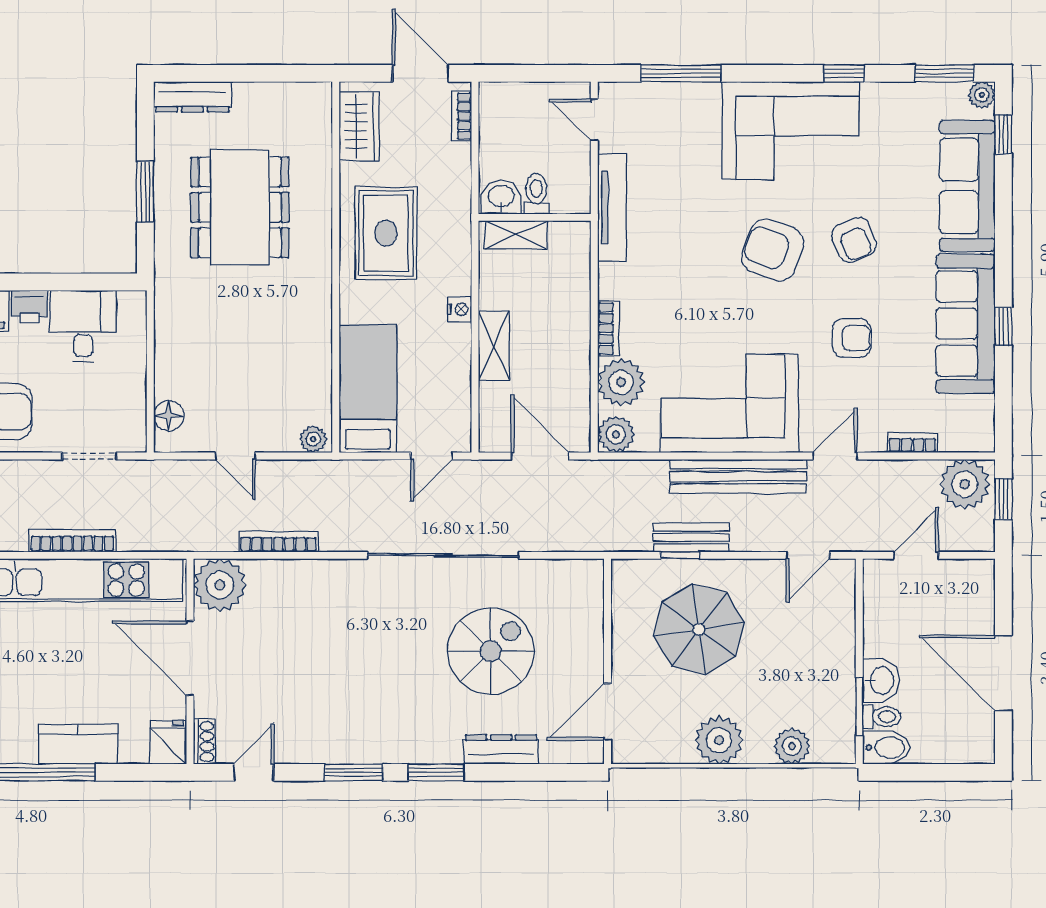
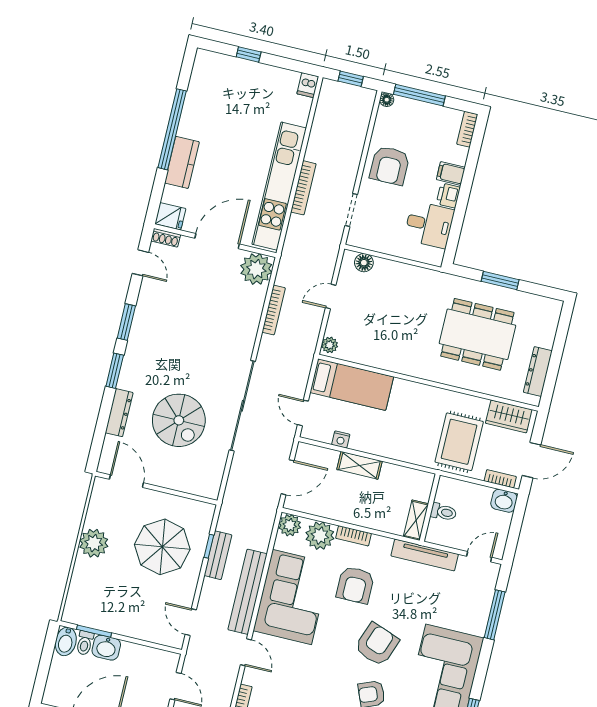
dresser: (192, 97) -> (538, 371), moved
washbasin: (501, 197) -> (504, 501), moved, turned 90
rug: (386, 233) -> (459, 442), moved, turned 90
shelving: (516, 235) -> (416, 520), moved
nightstand: (460, 309) -> (341, 440), moved
armchair: (852, 338) -> (355, 585), moved, width x1.38, depth x1.38
plant: (792, 746) -> (80, 586), removed

